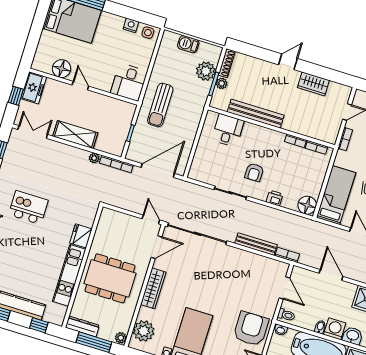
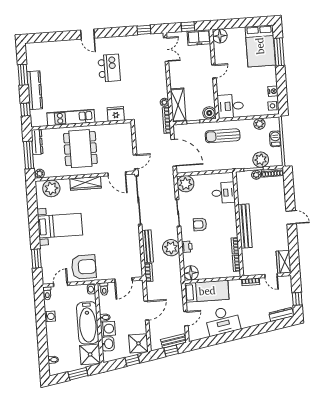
plant: (163, 56) -> (259, 124), added
floor lamp: (62, 69) -> (220, 36), moved
wardrobe: (313, 84) -> (284, 262), moved
boiler: (127, 110) -> (209, 113), added
bench: (256, 114) -> (245, 226), moved
shelving: (75, 135) -> (178, 105), moved
plant: (200, 171) -> (185, 184), added
plant: (268, 217) -> (171, 248), added
fridge: (81, 236) -> (116, 114), moved

